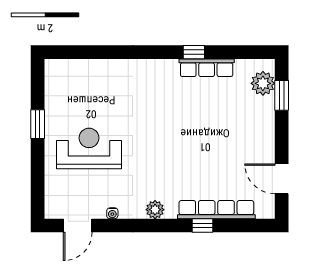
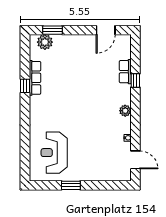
reception desk: (89, 149) -> (54, 153), moved
row of seats: (216, 210) -> (125, 72), width x0.50

